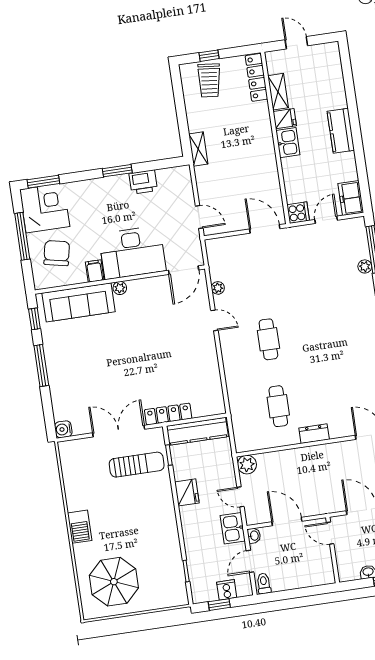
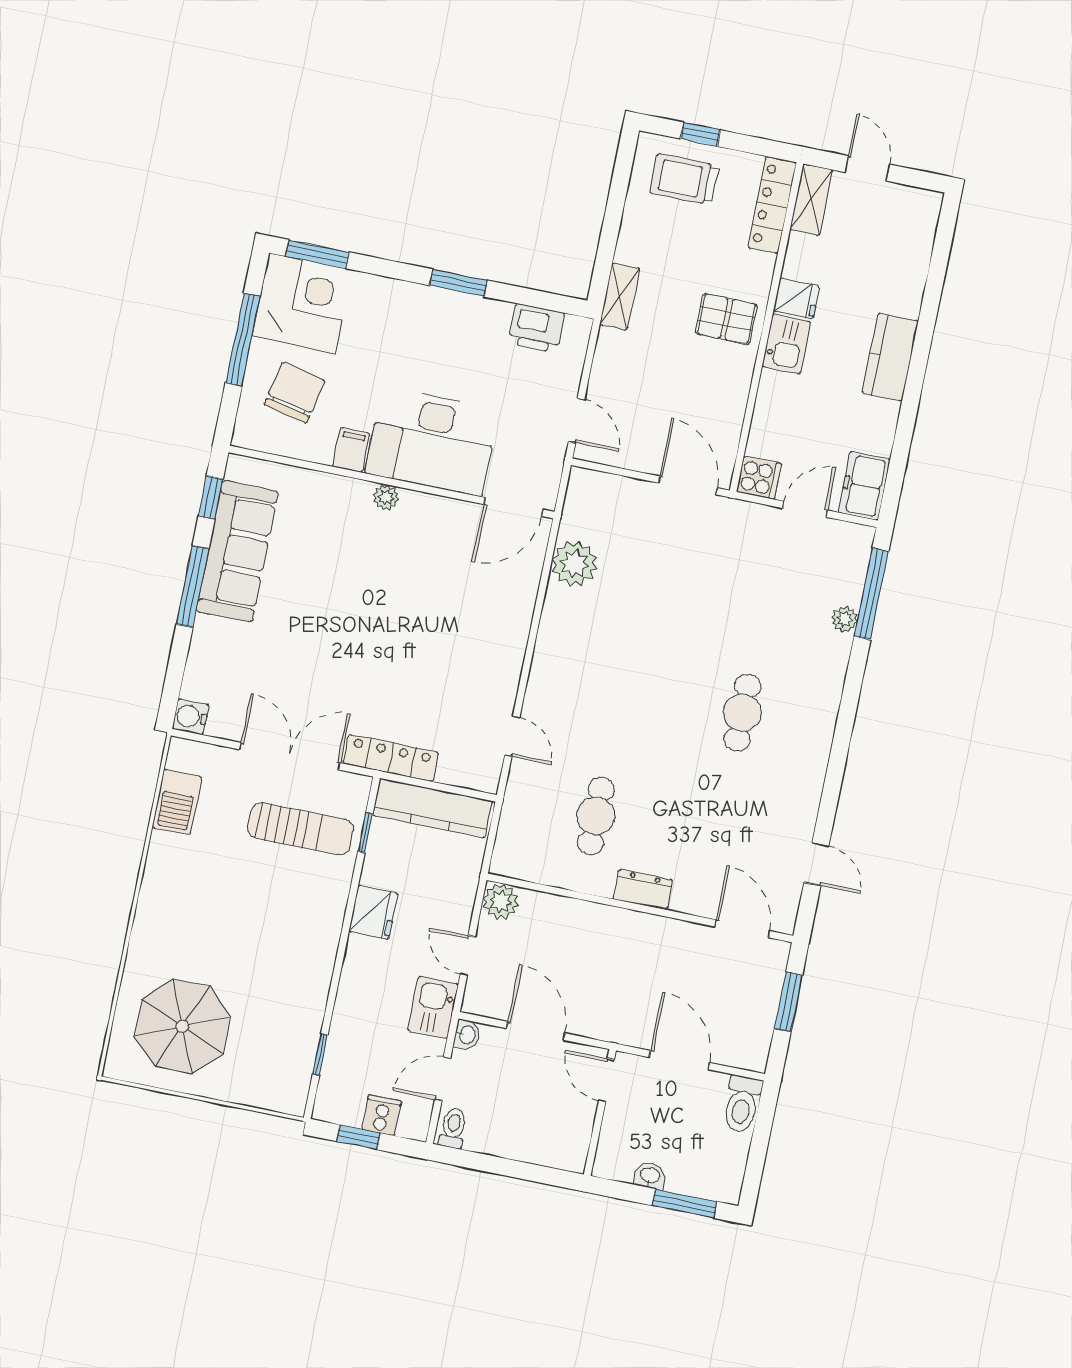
trolley: (209, 80) -> (685, 179), turned 84
shelving: (278, 92) -> (811, 200), moved
pallet: (254, 141) -> (726, 319), added
printer: (143, 182) -> (536, 328), moved
plant: (218, 288) -> (574, 564), width x1.88, depth x1.88
sofa: (79, 302) -> (237, 551), moved, turned -90
door: (214, 320) -> (512, 736), moved
cafe table: (268, 339) -> (742, 713), moved
barbecue: (80, 527) -> (177, 802), moved

